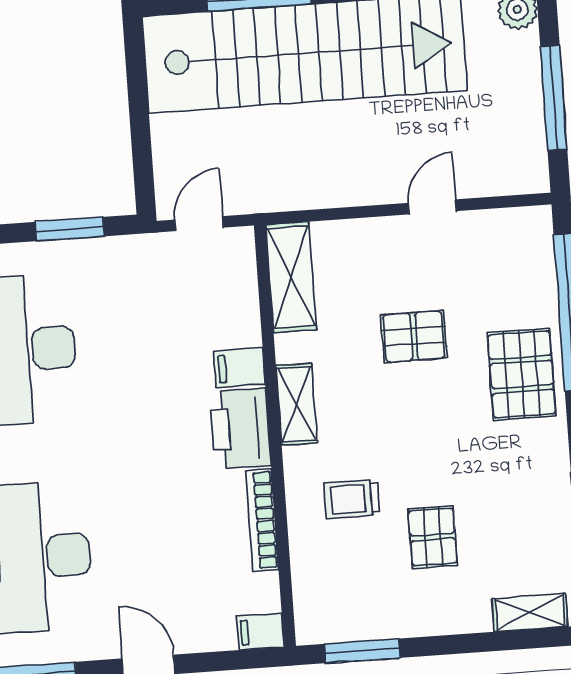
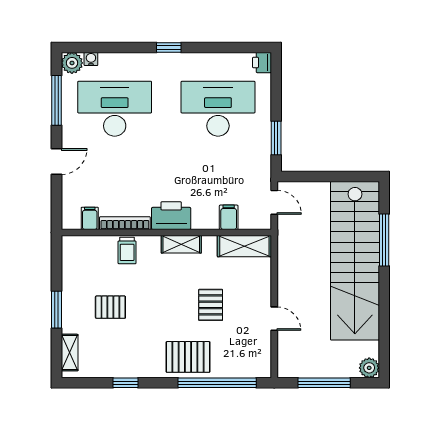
filing cabinet: (239, 368) -> (229, 217), moved
trolley: (352, 499) -> (127, 250), moved, turned 180
filing cabinet: (260, 631) -> (90, 218), moved
window: (362, 651) -> (56, 310), moved

